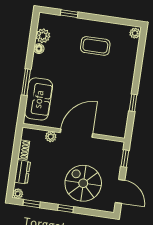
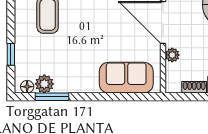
floor lamp: (39, 49) -> (27, 87), moved
window: (26, 82) -> (52, 97), moved

